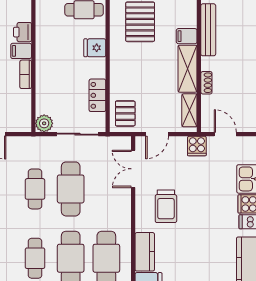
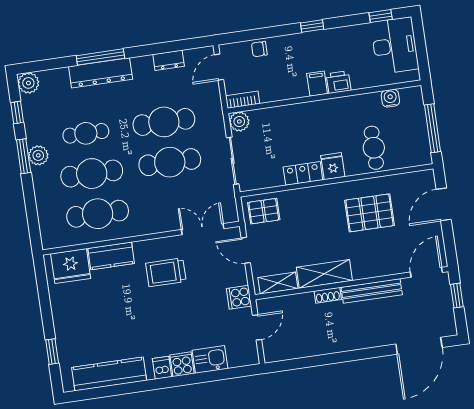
filing cabinet: (187, 36) -> (361, 268), removed
bookcase: (26, 74) -> (243, 100), moved
shoe rack: (206, 83) -> (328, 295), moved
locker: (97, 95) -> (303, 173), moved
cafe table: (35, 189) -> (164, 122), width x1.37, depth x1.35

